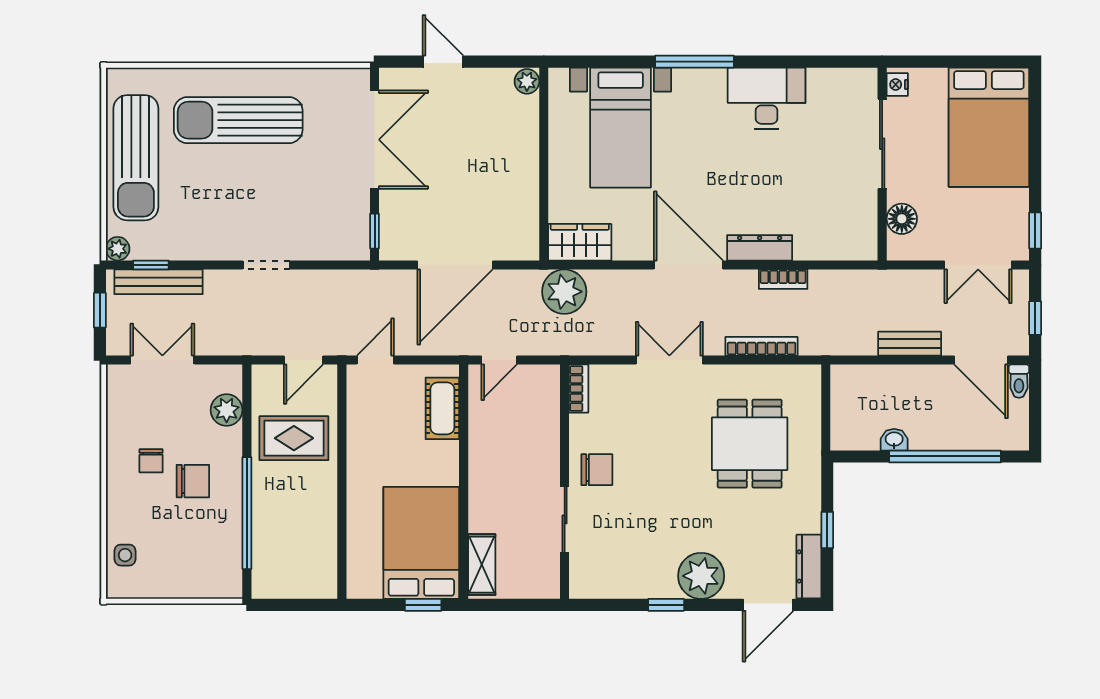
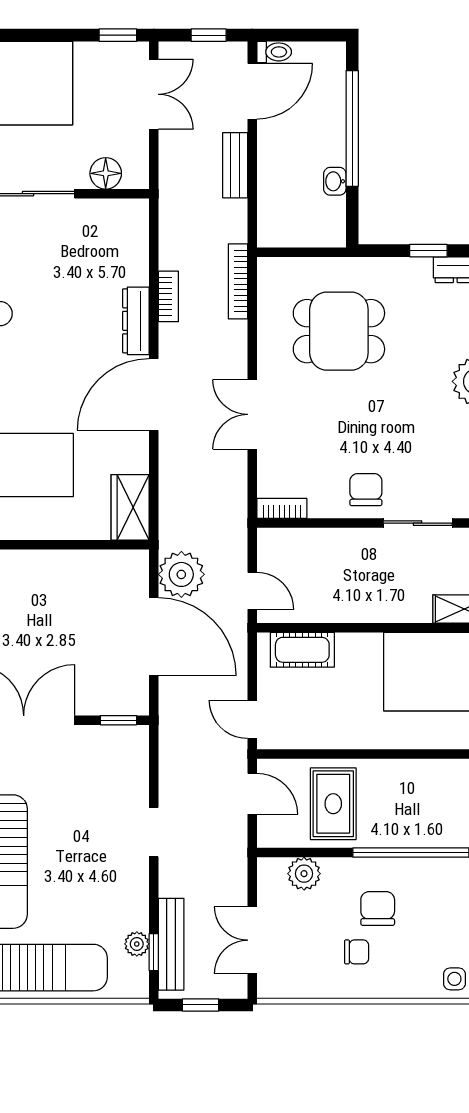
plant: (118, 249) -> (137, 944), moved
plant: (564, 292) -> (181, 574), moved
bookcase: (762, 346) -> (238, 281), moved

